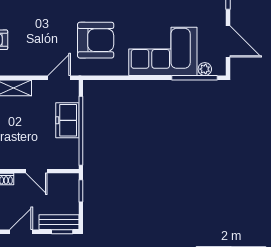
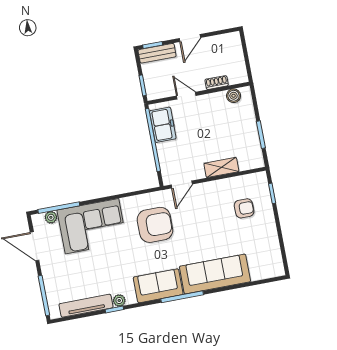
armchair: (96, 40) -> (155, 225), turned 180
freezer: (67, 120) -> (163, 125), moved

